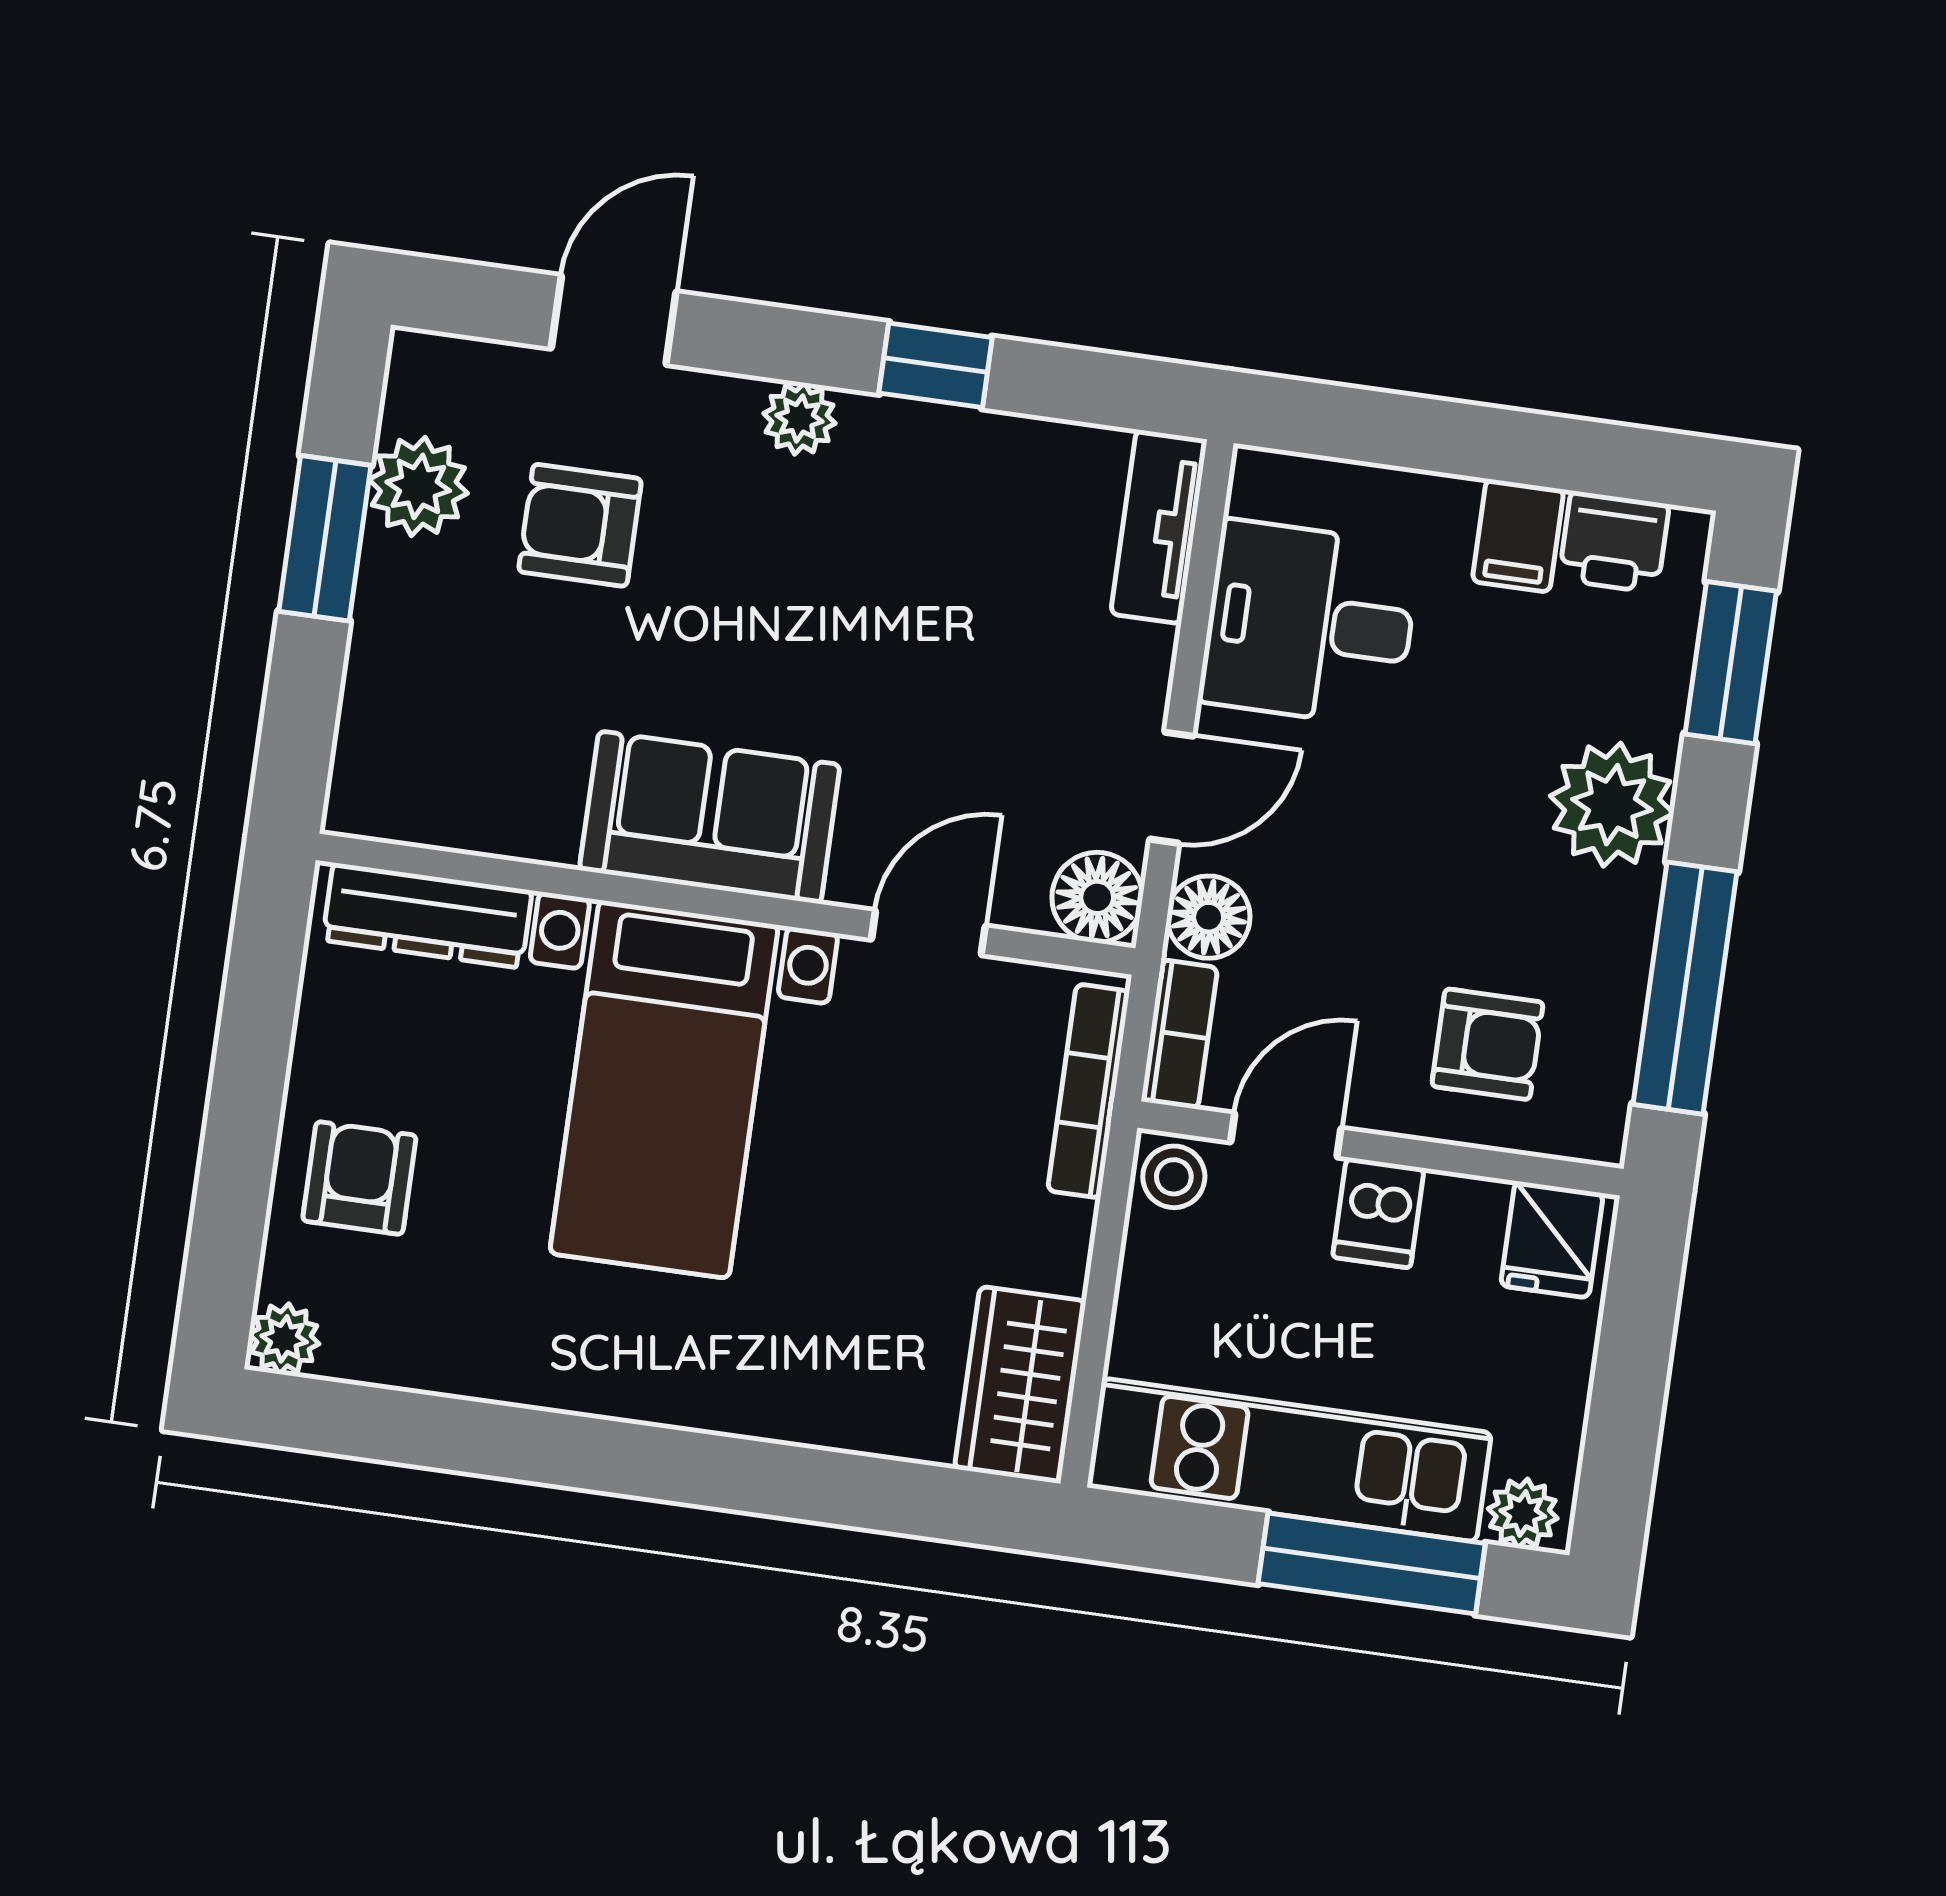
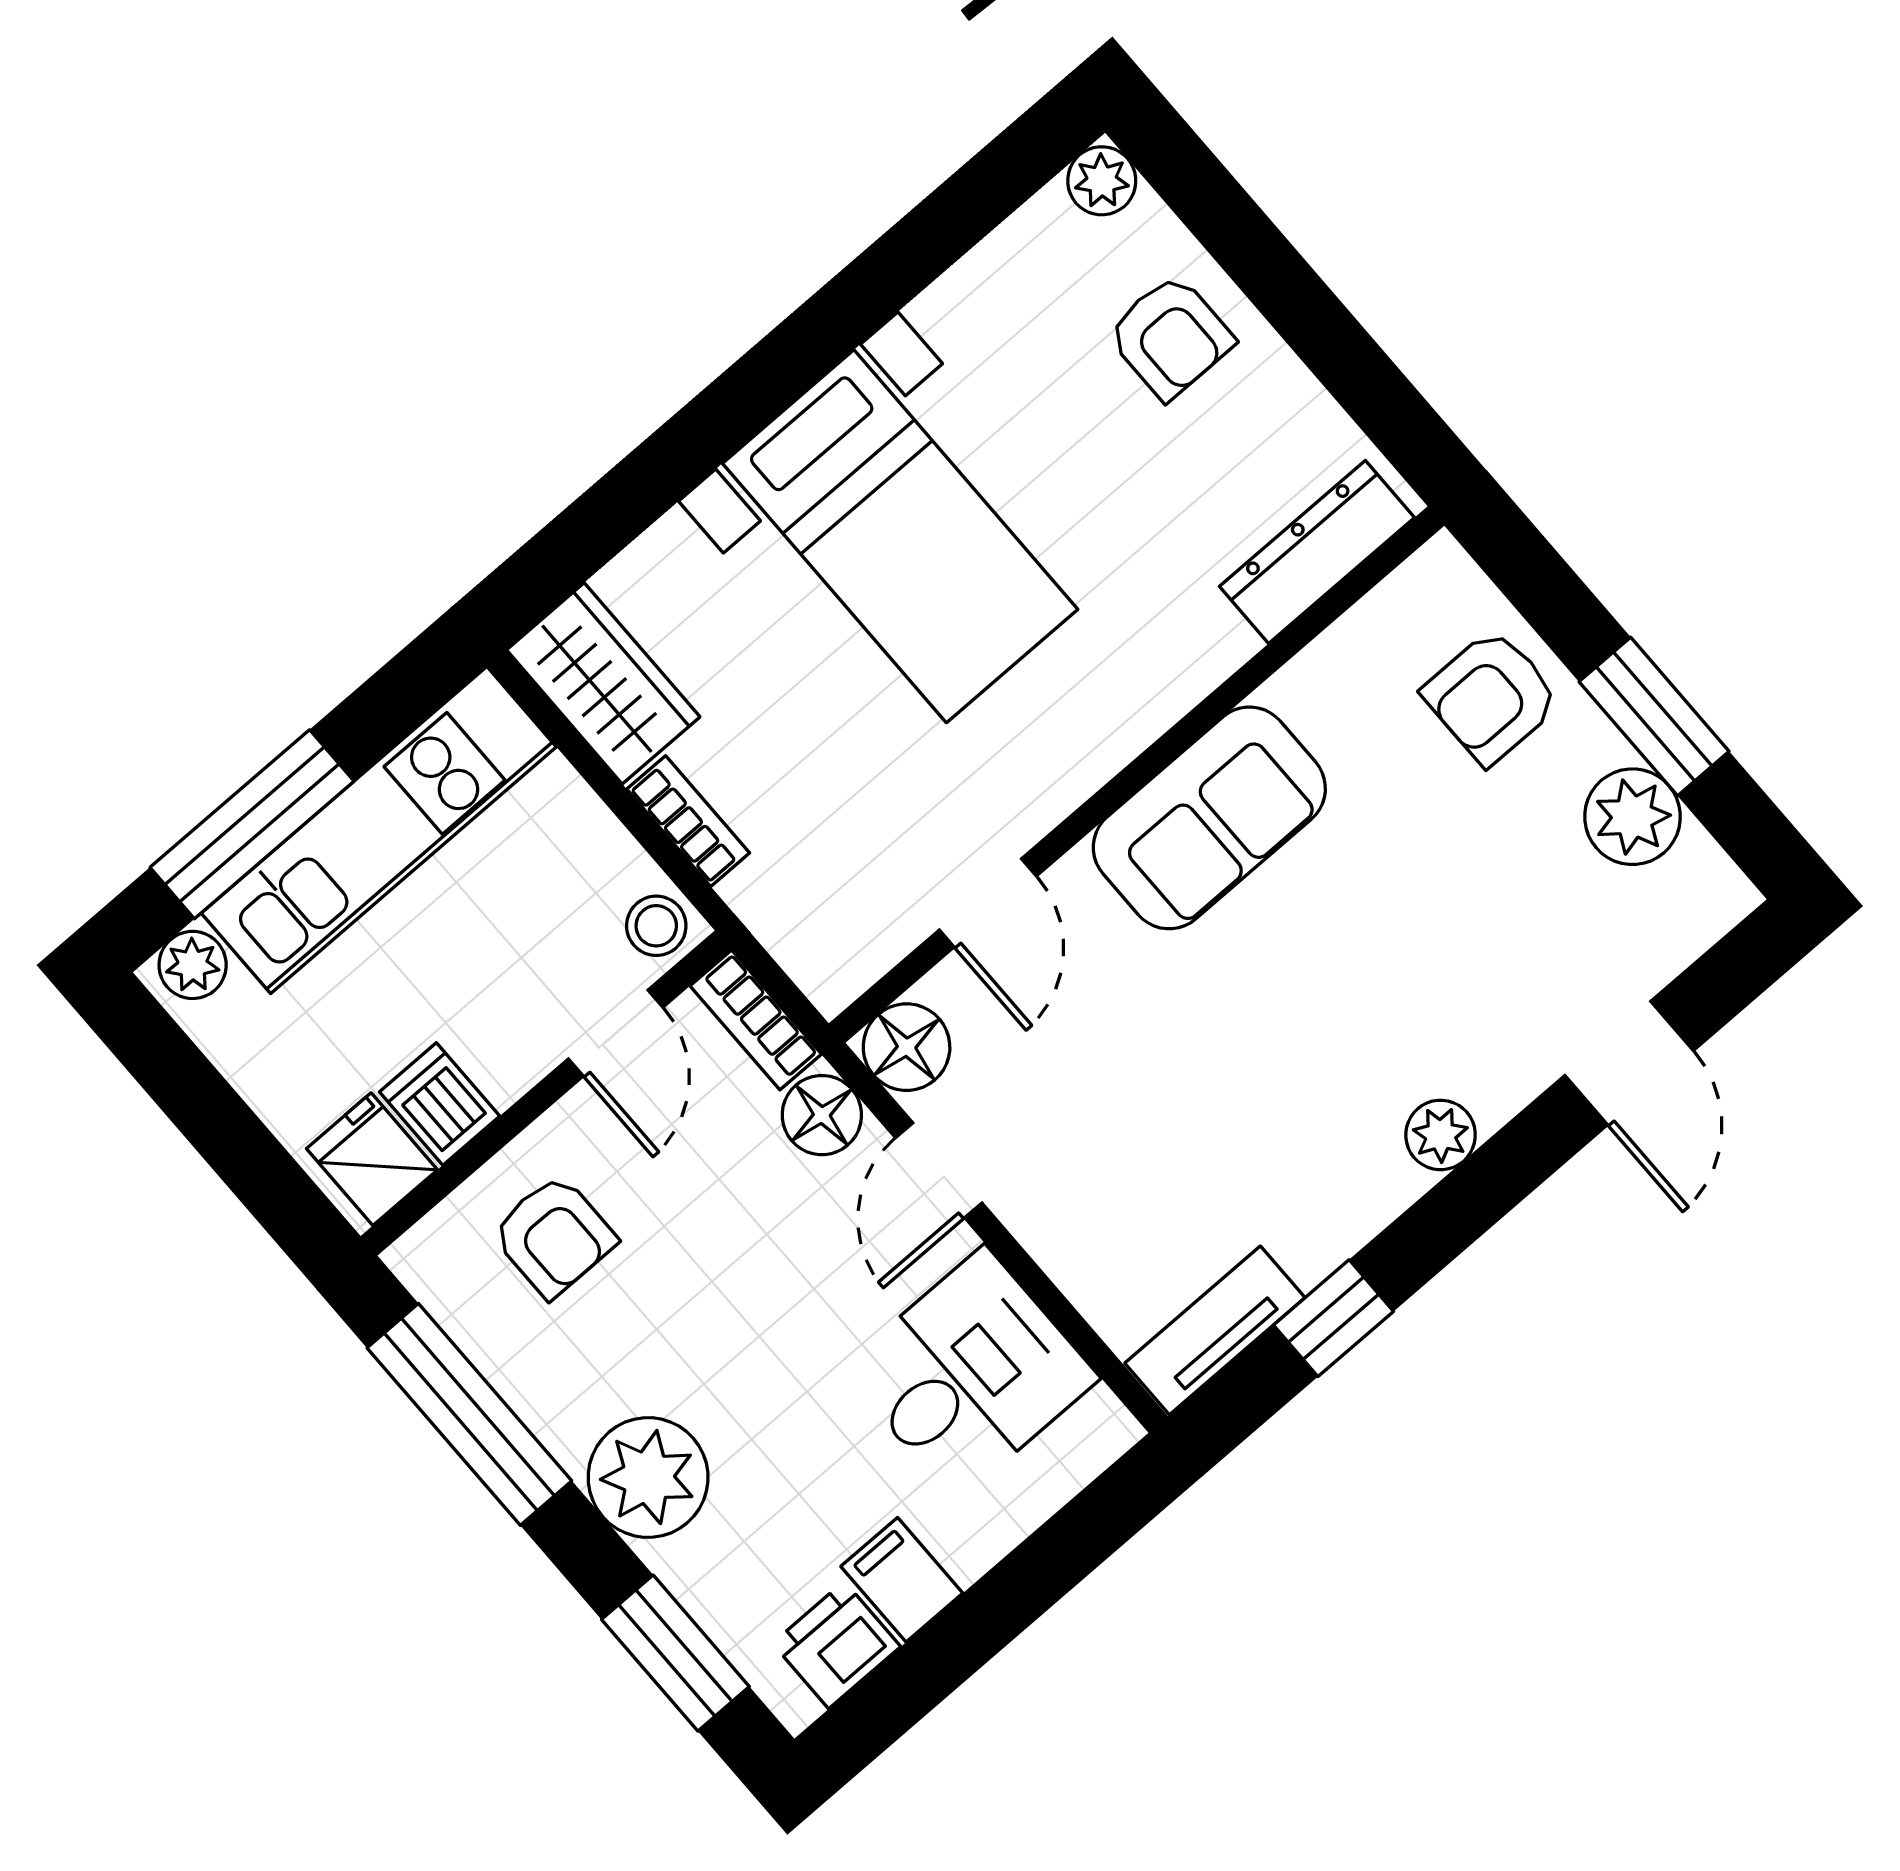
window: (936, 365) -> (1333, 1318), moved
armchair: (580, 525) -> (1491, 697), moved, turned 180
tv unit: (1159, 527) -> (1215, 1330), moved, turned -90
armchair: (1487, 1044) -> (554, 1236), turned -90
bed with nightstands: (664, 1089) -> (900, 536), moved, turned 180
bookcase: (1088, 1091) -> (688, 821), moved, width x0.64
dishwasher: (1378, 1213) -> (440, 1104), moved

